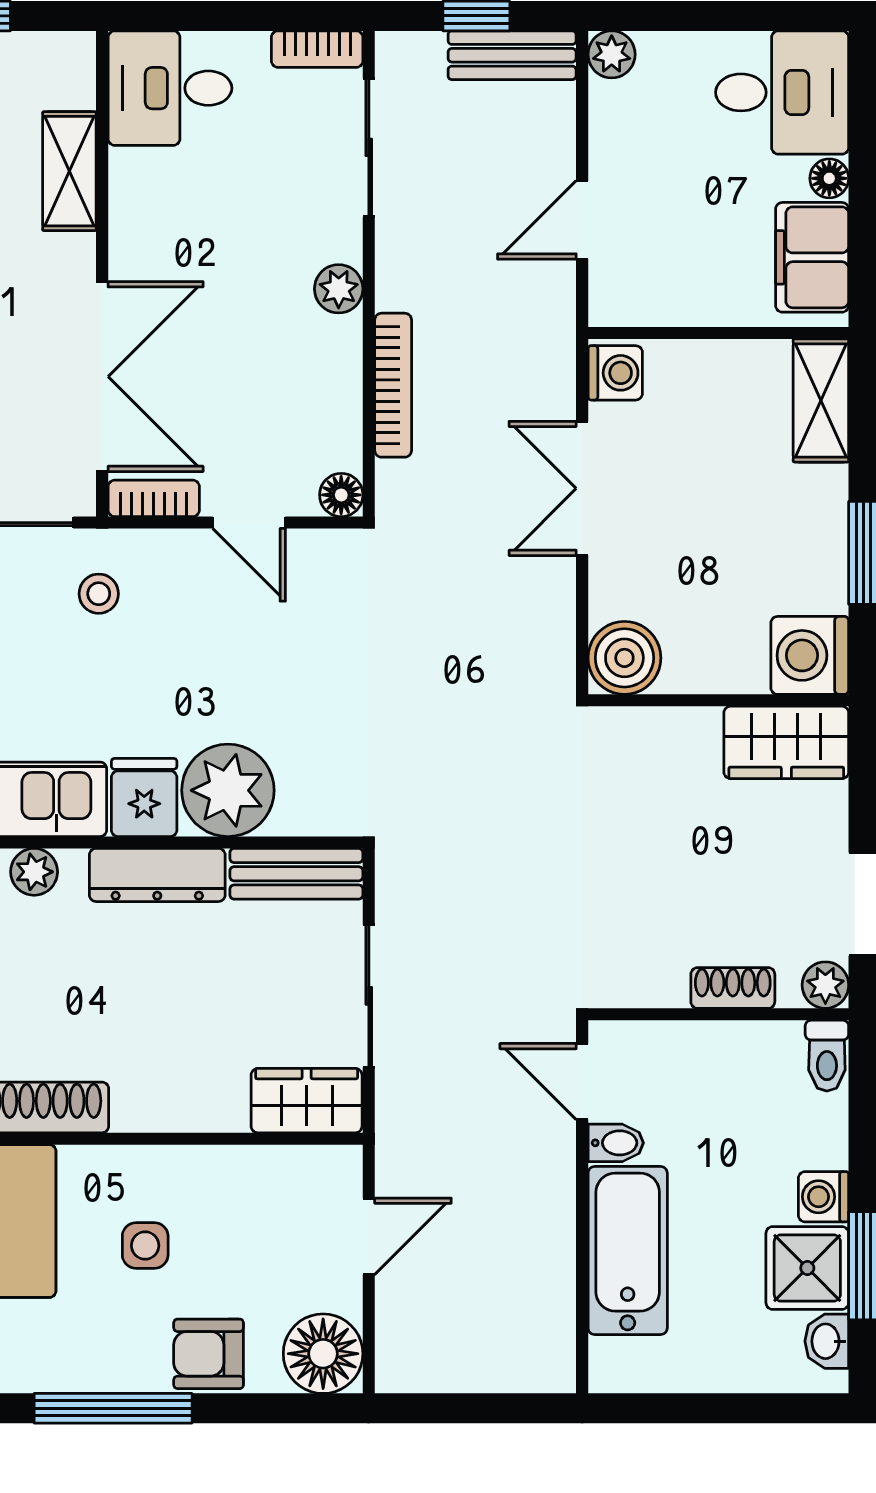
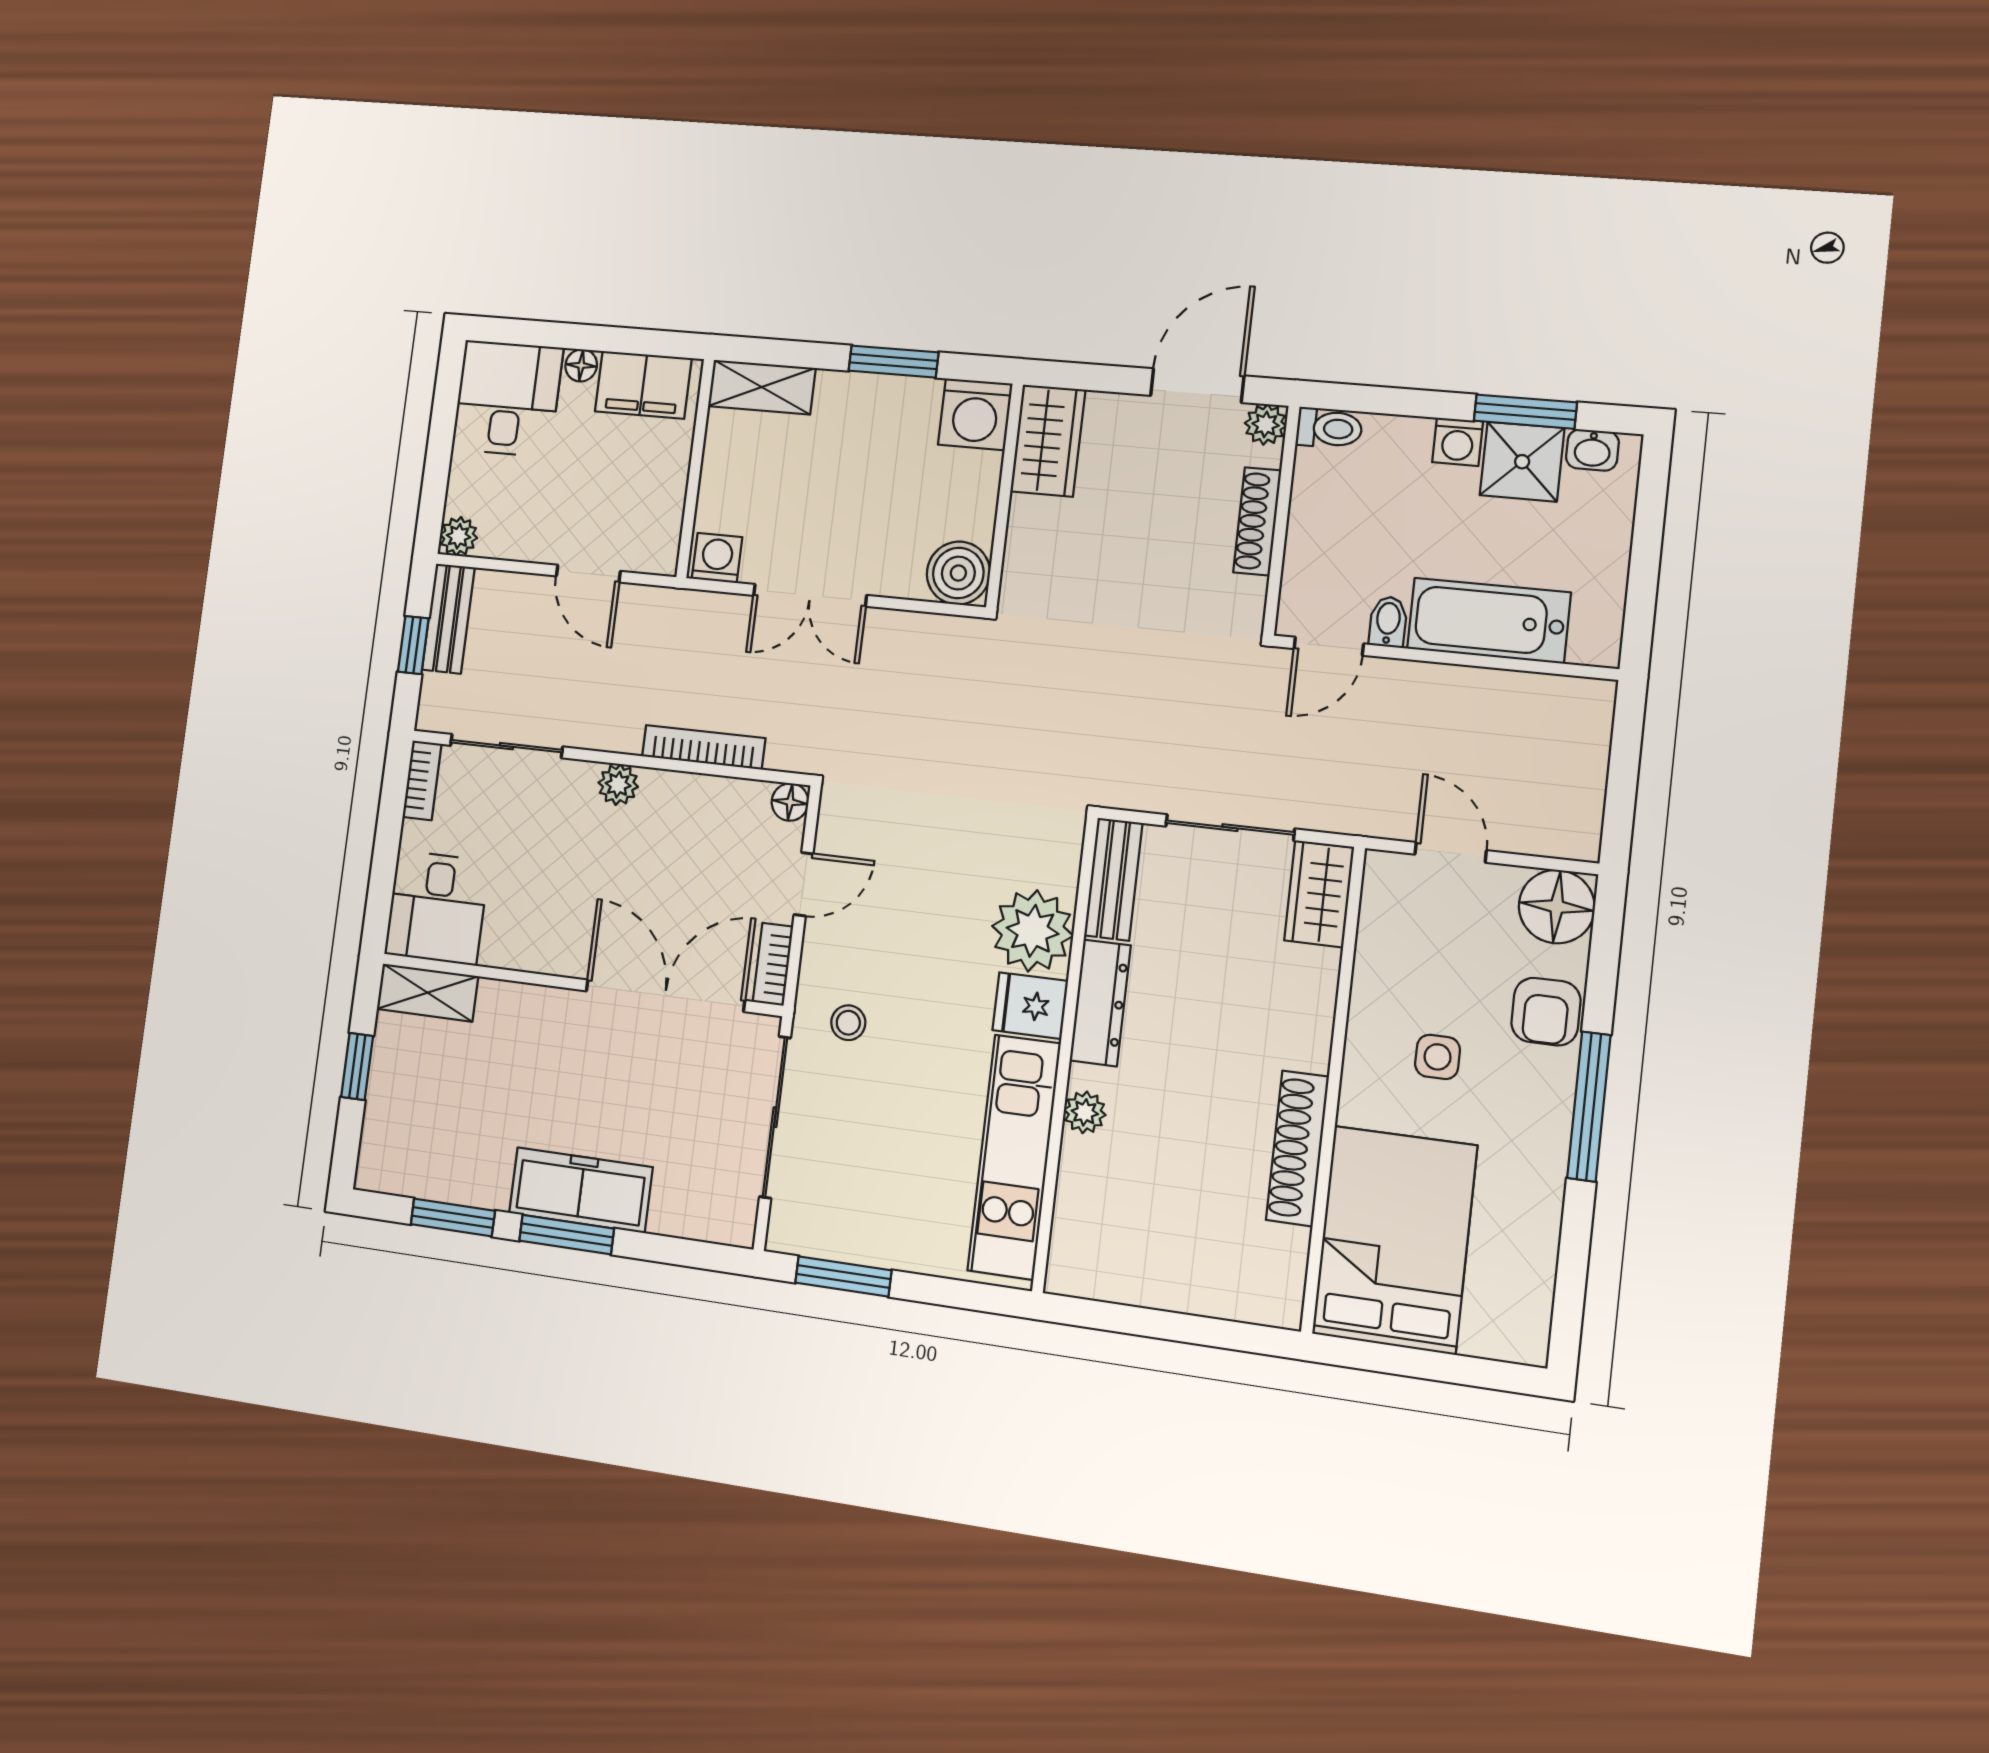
shelving: (69, 171) -> (427, 993), moved
shoe rack: (733, 988) -> (1257, 521), width x1.43

